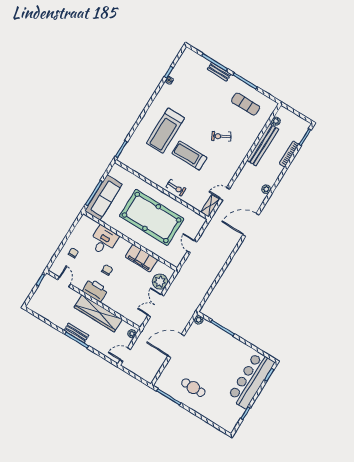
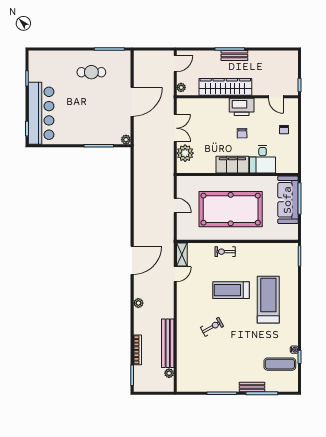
exercise mat: (246, 104) -> (280, 364), moved
treadmill: (189, 155) -> (231, 290), turned 180
filing cabinet: (141, 258) -> (232, 165), moved

